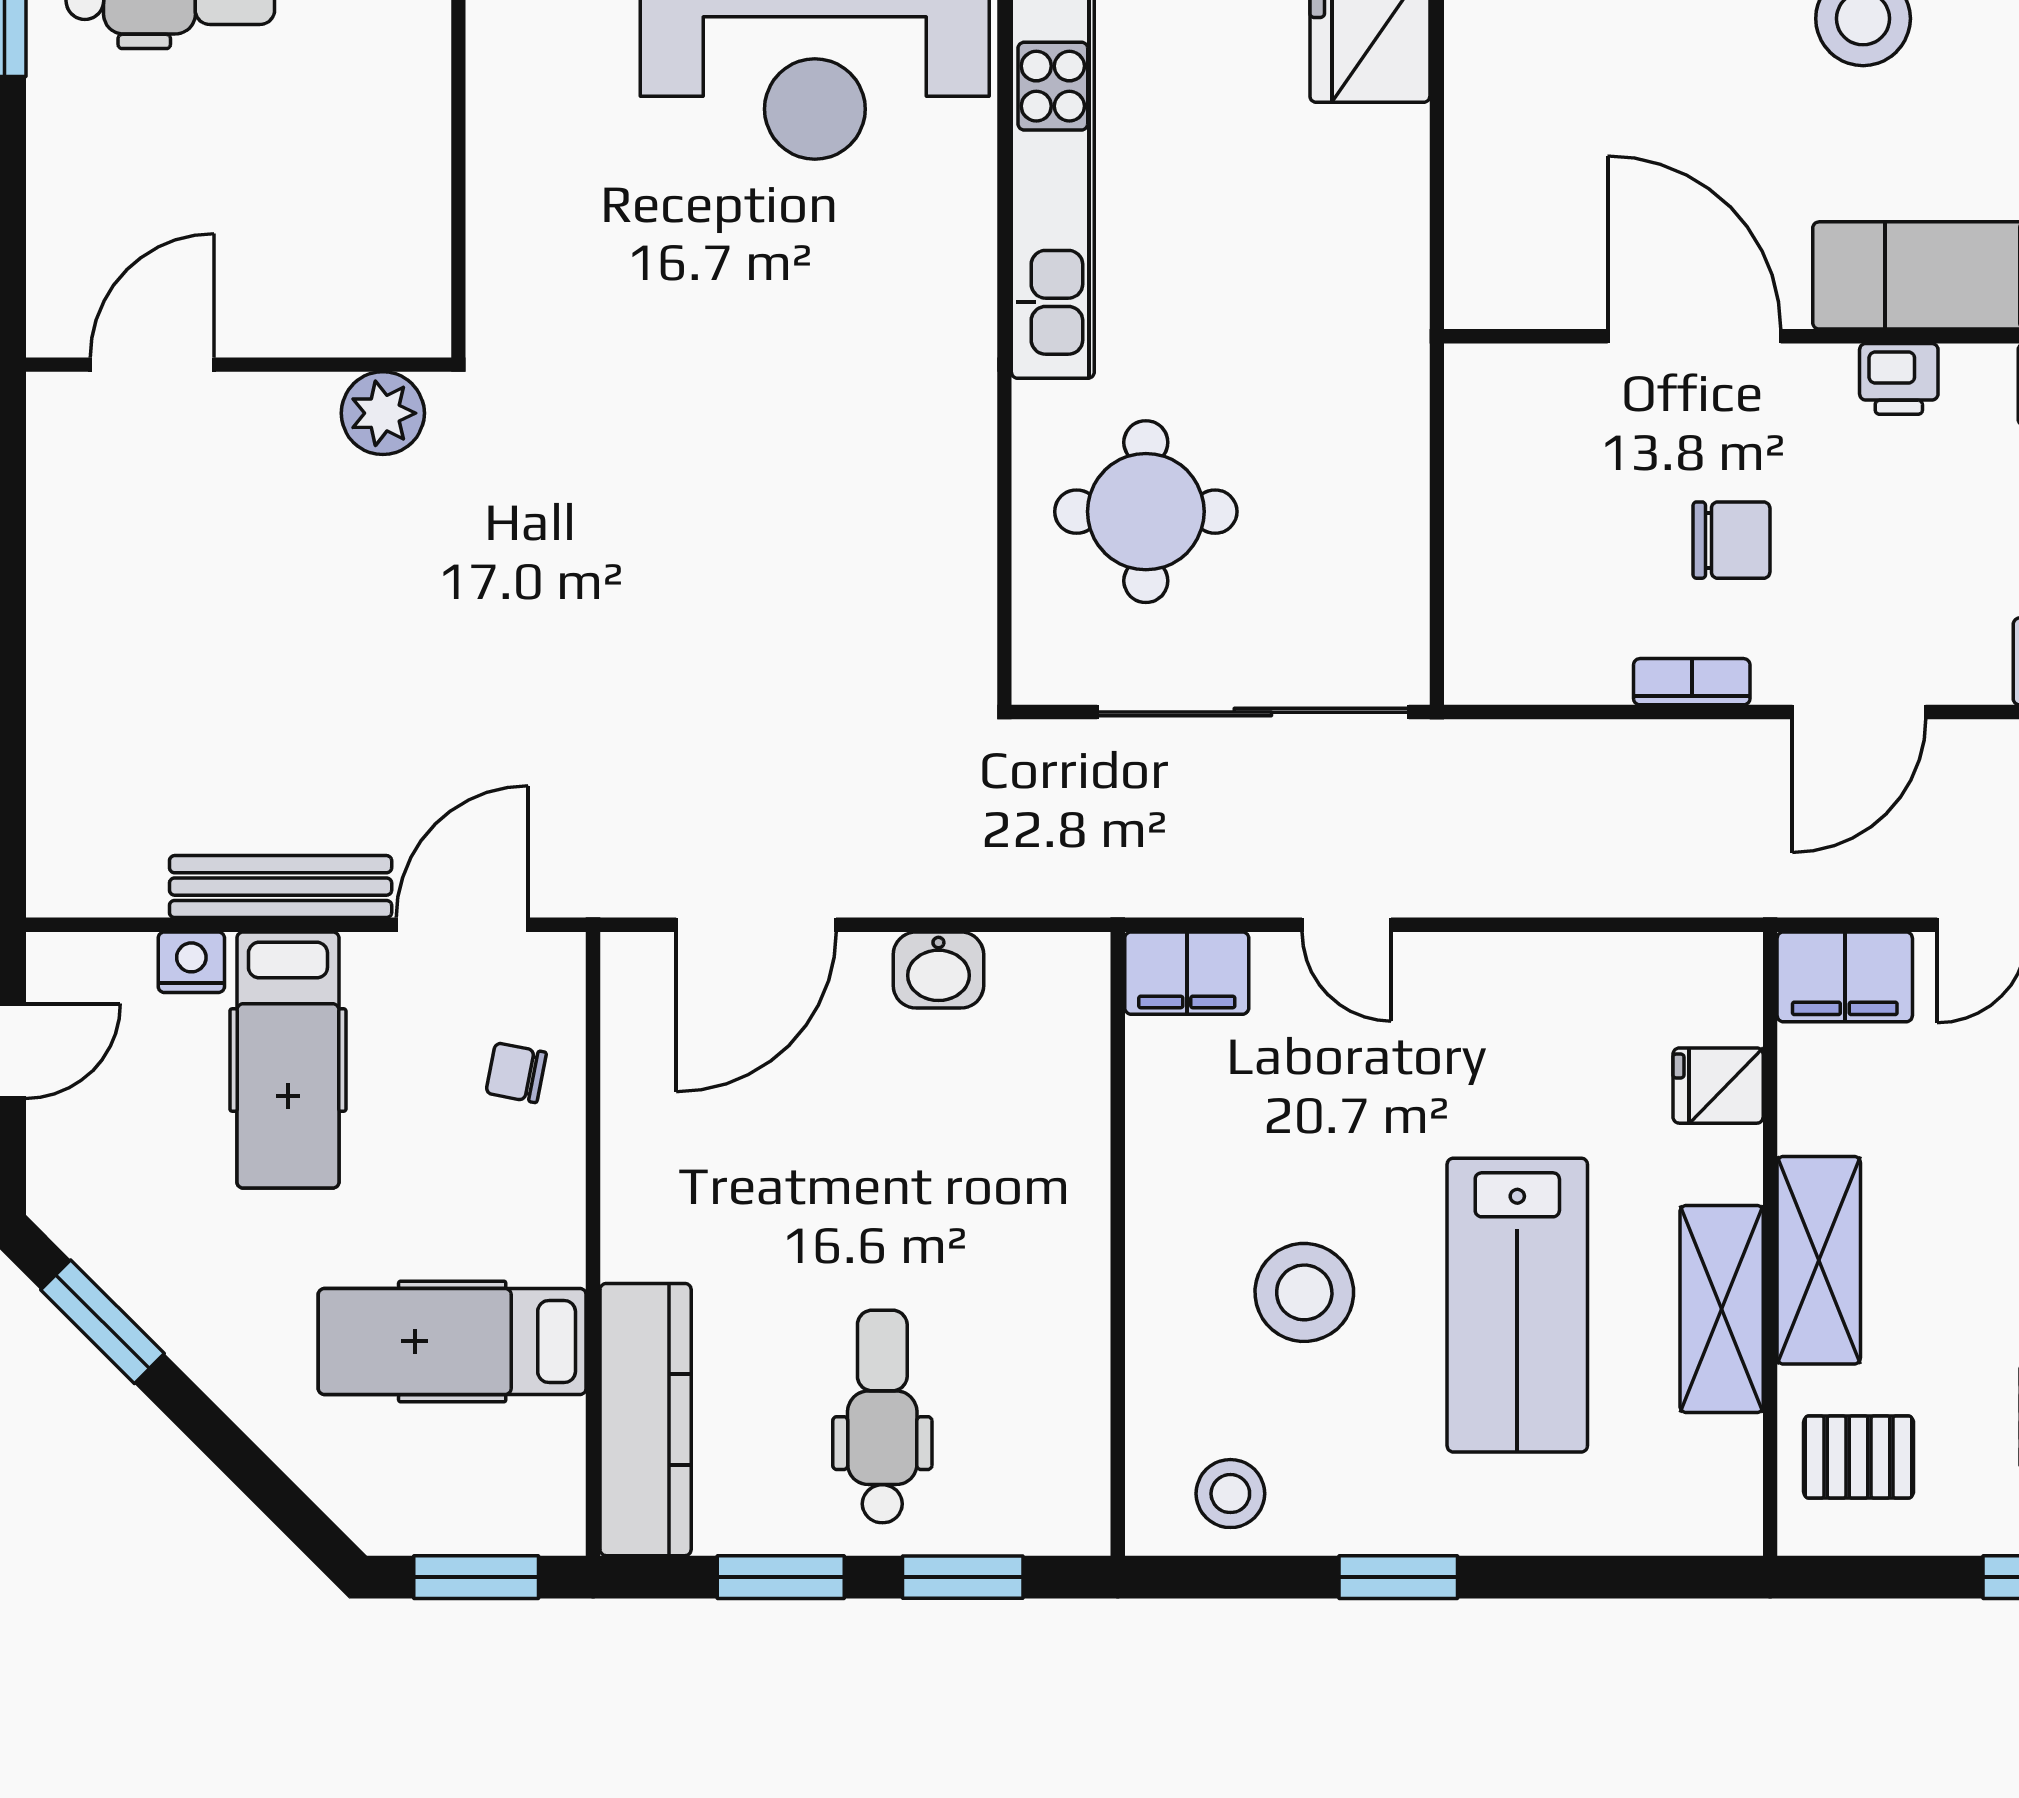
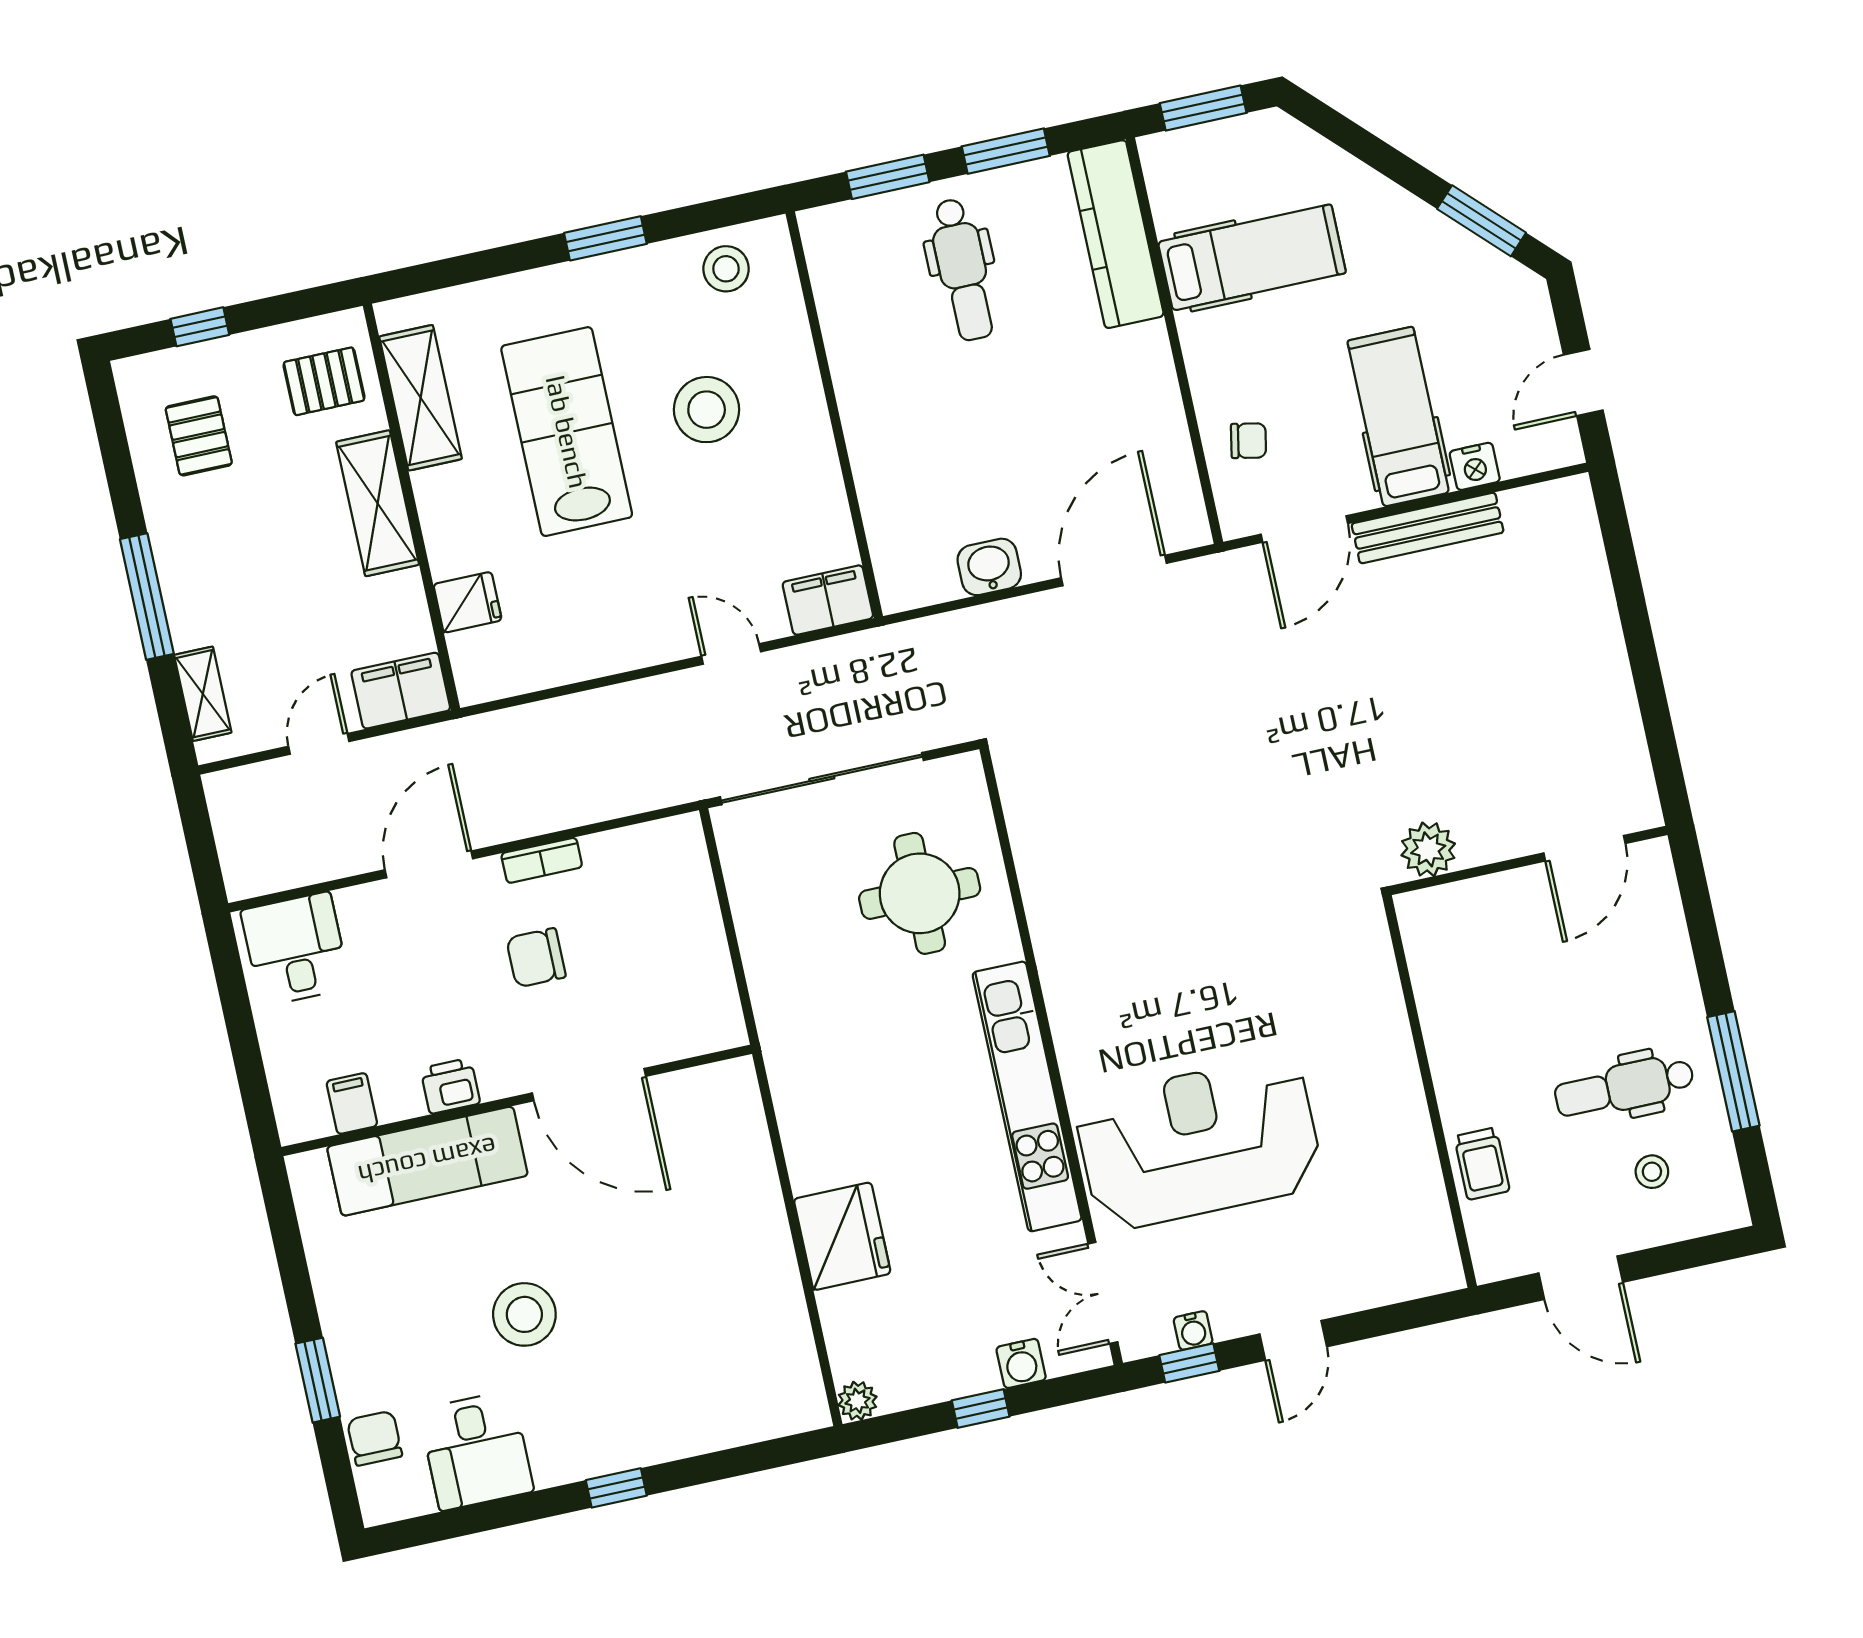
shelving: (1722, 1309) -> (421, 398), moved

